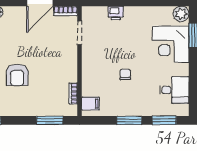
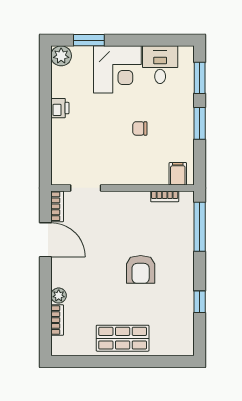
printer: (116, 13) -> (60, 108), moved
corner desk: (171, 44) -> (117, 69), moved
armchair: (17, 75) -> (141, 269), turned 90
window: (50, 120) -> (200, 227), width x1.44

